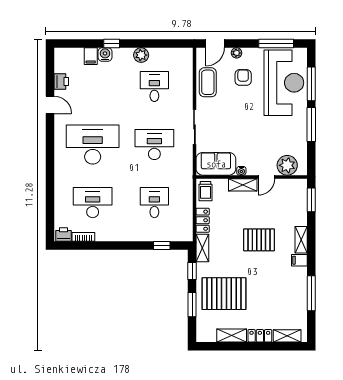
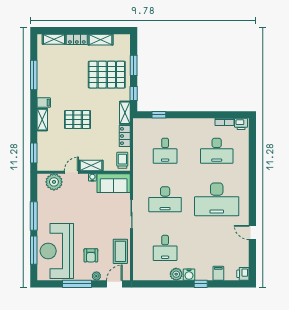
window: (276, 44) -> (77, 284), moved
water cooler: (105, 54) -> (189, 275), moved
printer: (61, 82) -> (243, 274), moved

